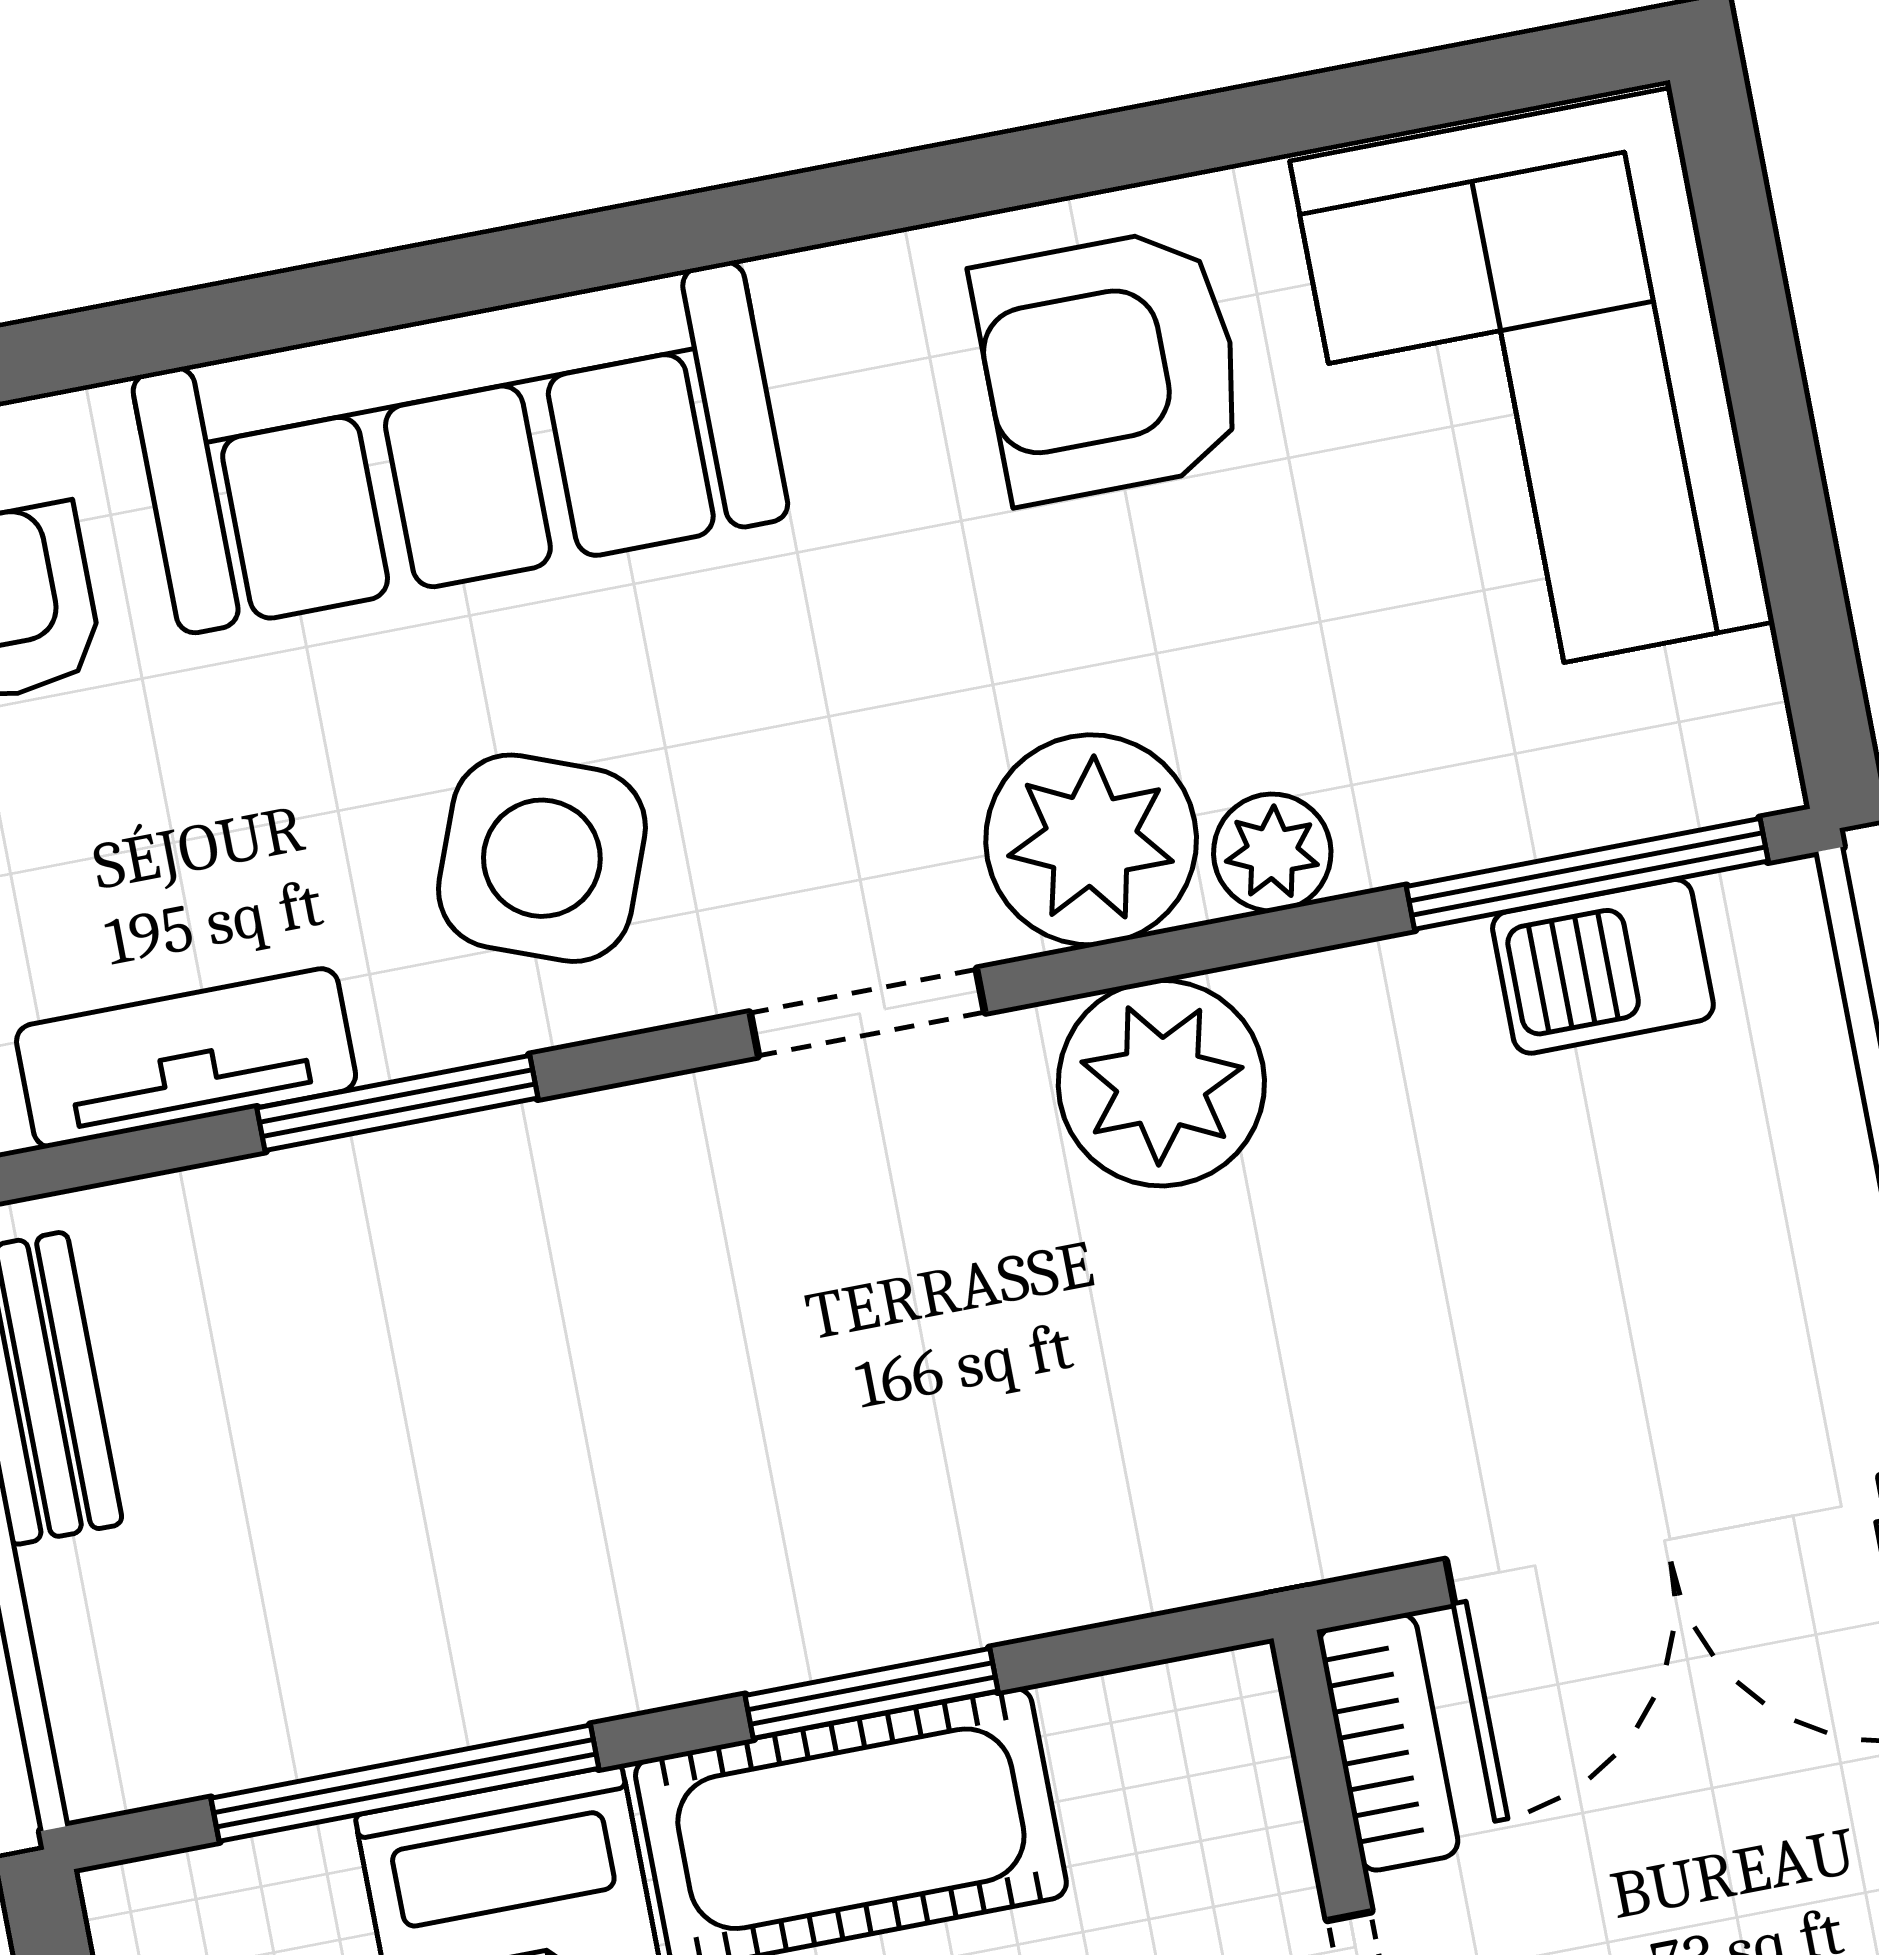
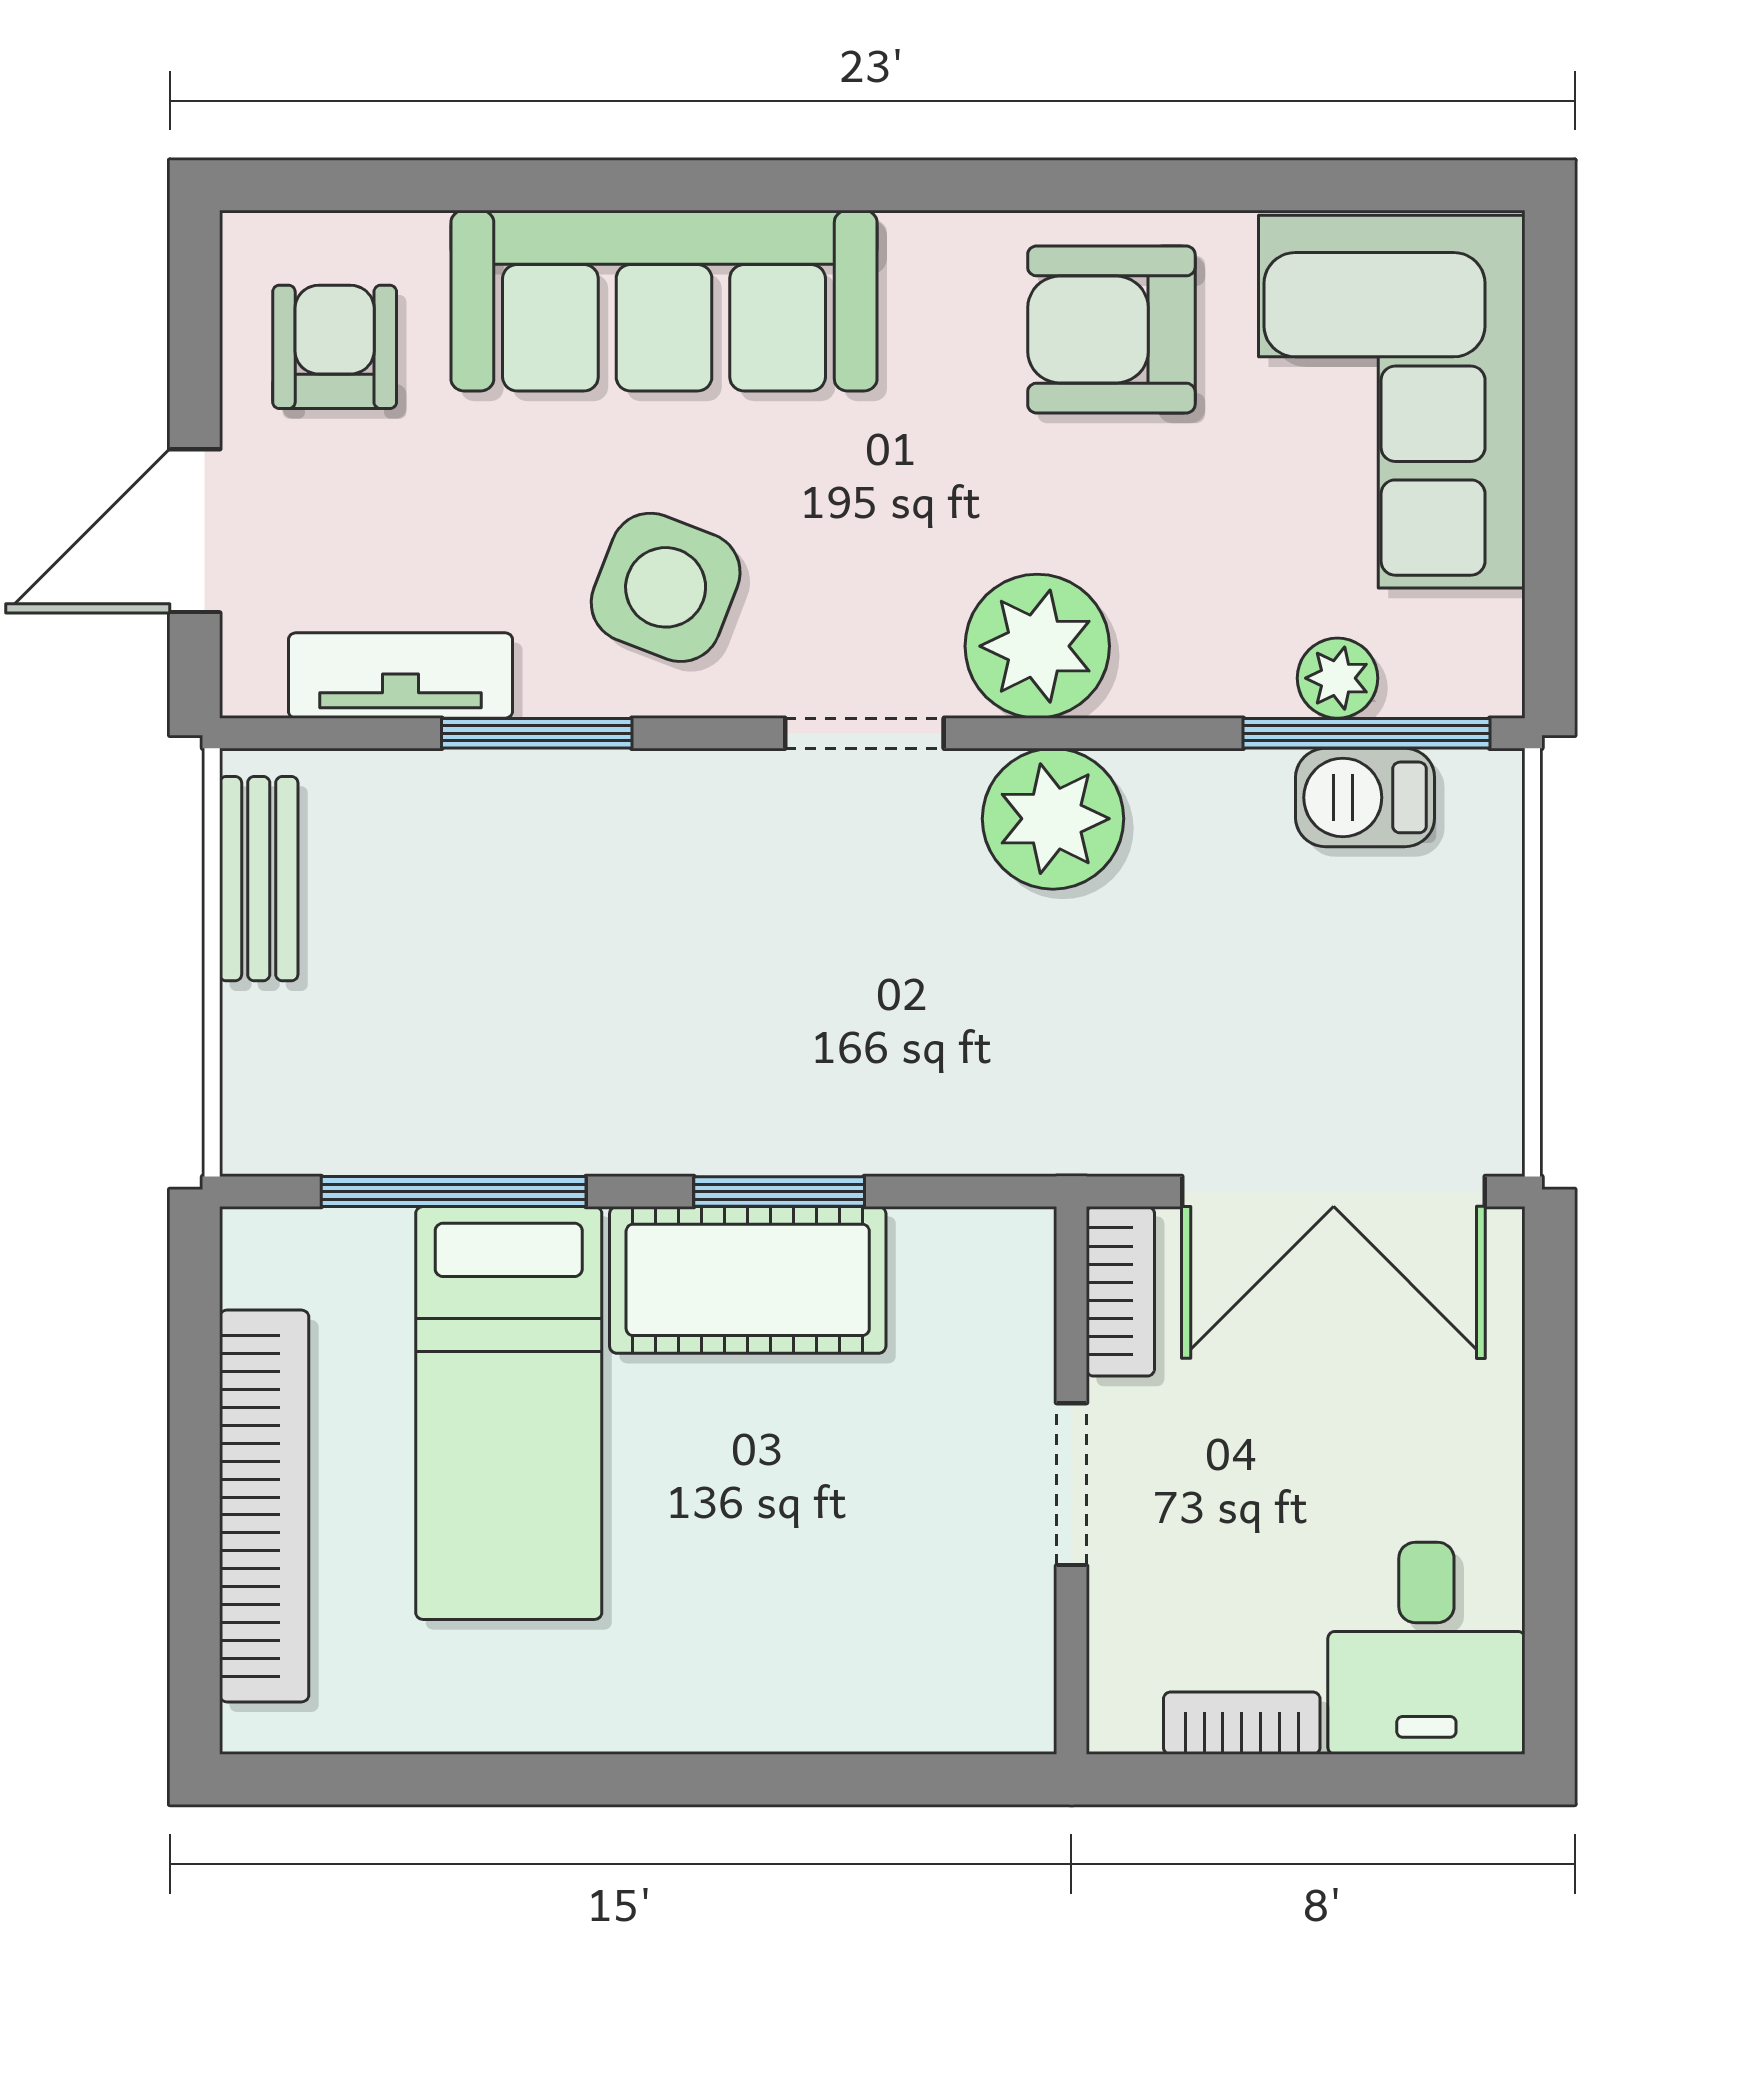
plant: (1272, 853) -> (1337, 678), moved

